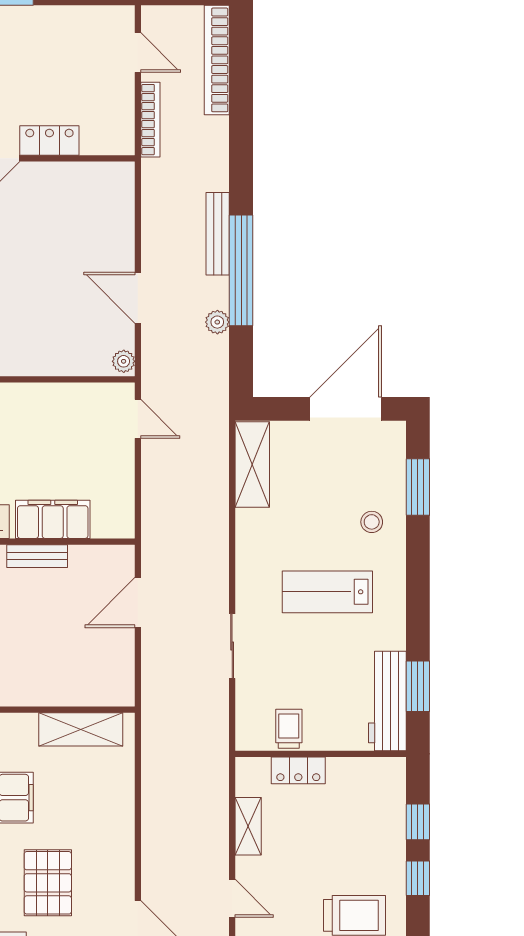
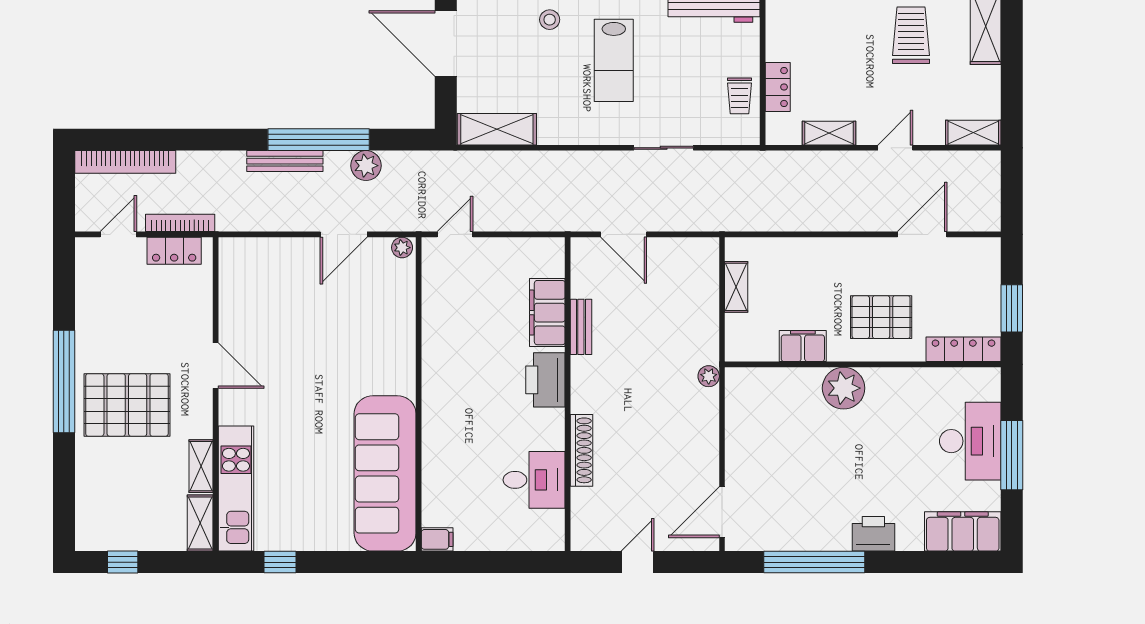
locker: (49, 140) -> (174, 251), moved, turned -90
plant: (217, 322) -> (366, 166), width x1.38, depth x1.38
shelving: (81, 729) -> (736, 287), width x0.67, depth x0.75
trolley: (289, 729) -> (740, 96), turned -90

